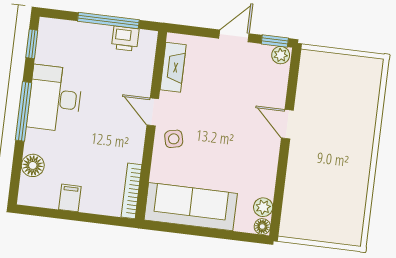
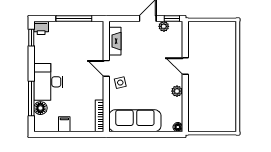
printer: (125, 39) -> (41, 28), moved
plant: (281, 55) -> (164, 26), moved
desk: (55, 99) -> (48, 82), moved
window: (23, 111) -> (31, 99), moved
plant: (263, 207) -> (177, 91), moved

